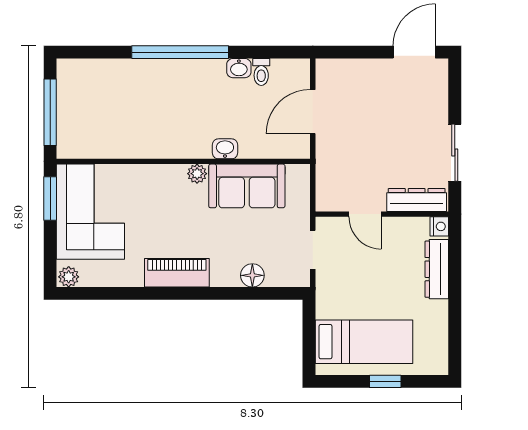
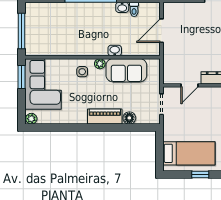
side table: (164, 189) -> (82, 72), added
door: (365, 214) -> (189, 85), hinge flipped
piano: (177, 273) -> (105, 117), moved

